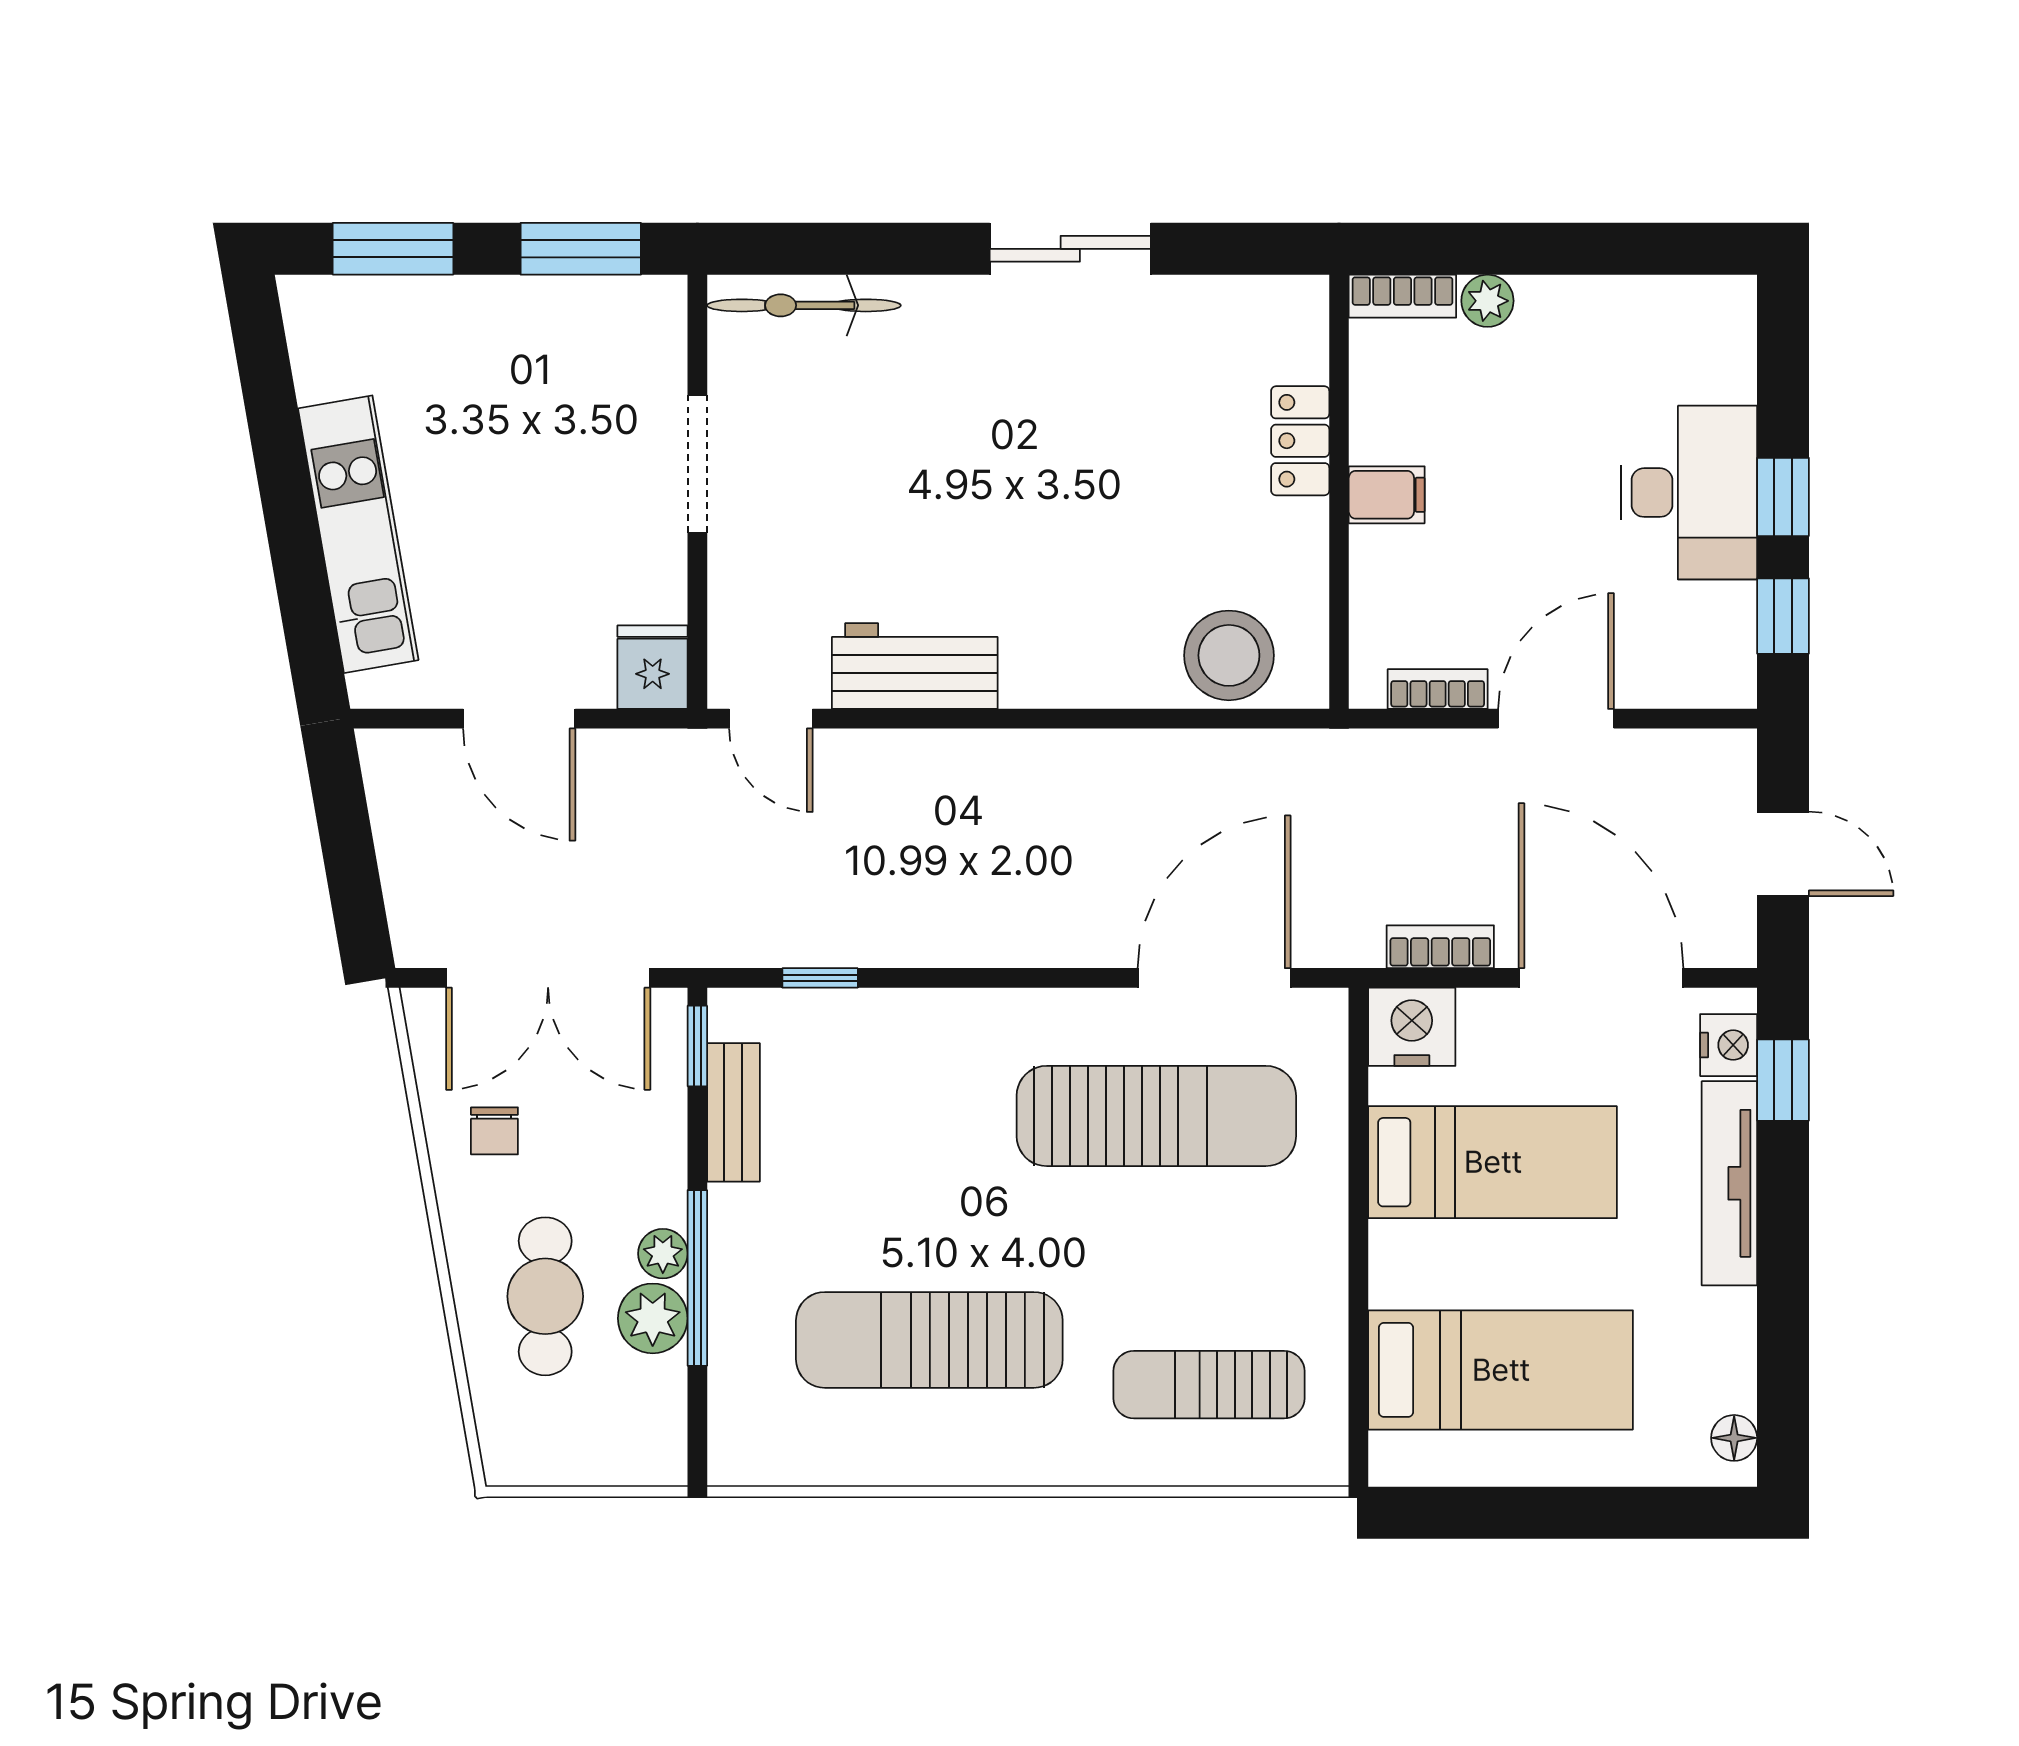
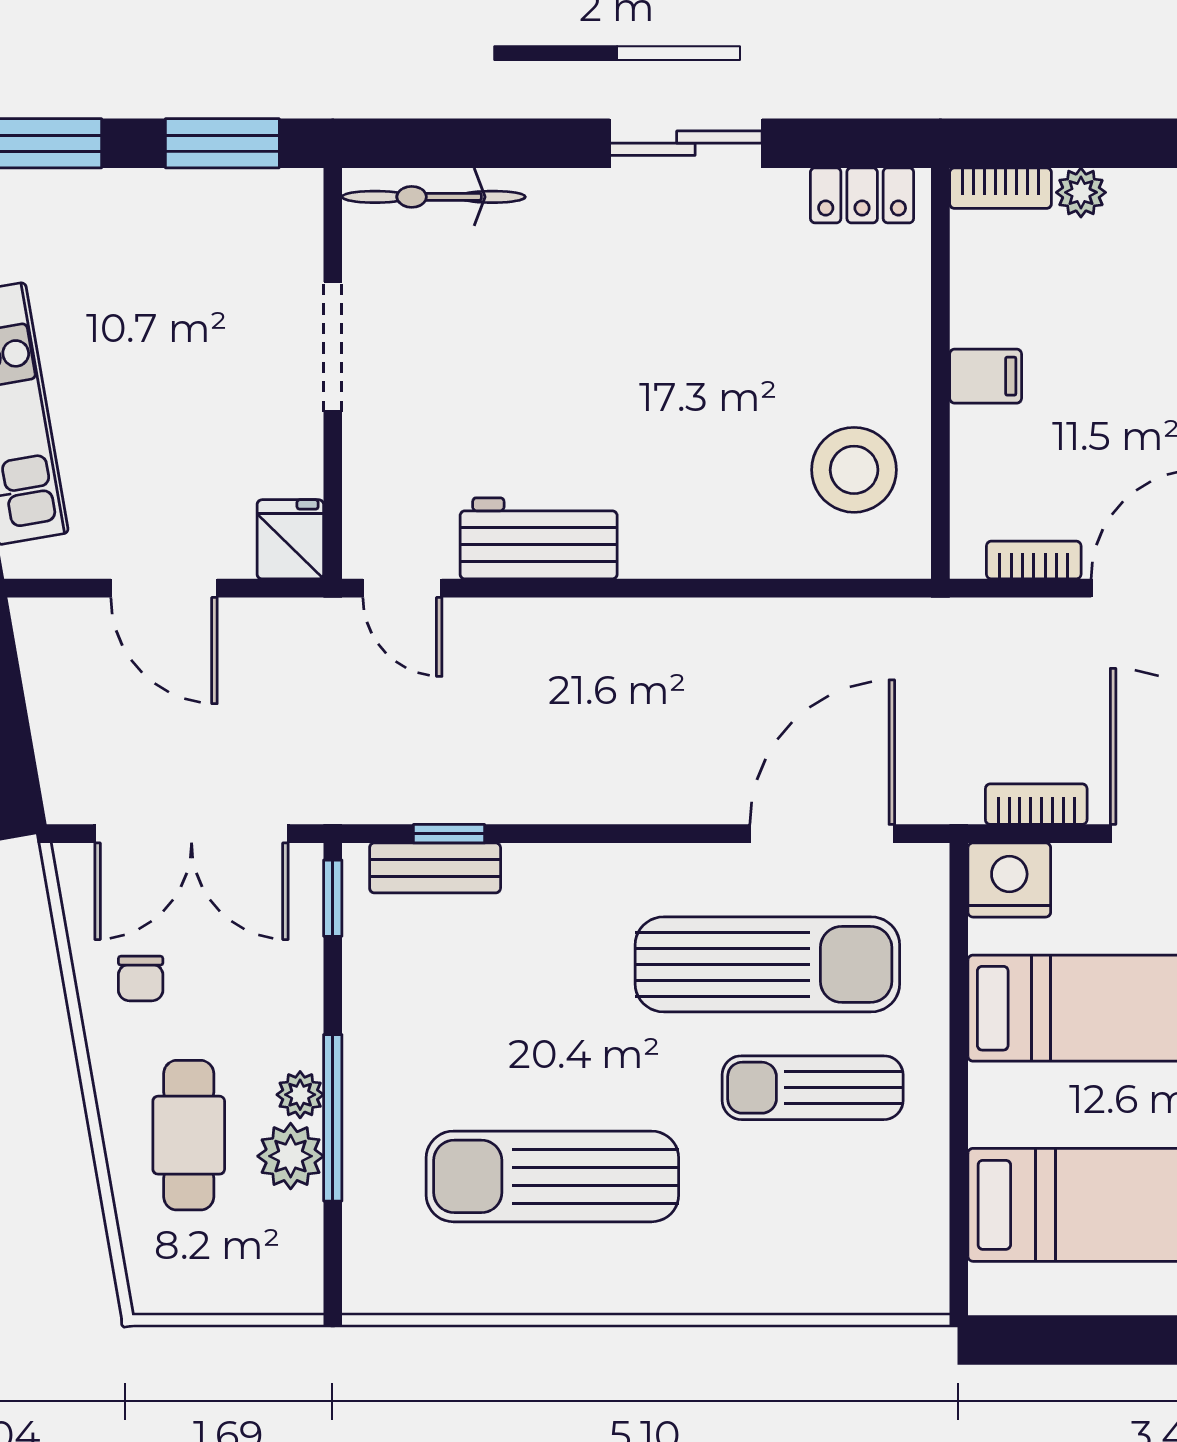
locker: (1300, 441) -> (862, 195), moved, turned -90
stool: (1229, 655) -> (854, 470), moved
bench: (733, 1112) -> (435, 868), moved, turned 90
sun lounger: (1209, 1385) -> (813, 1088), moved

